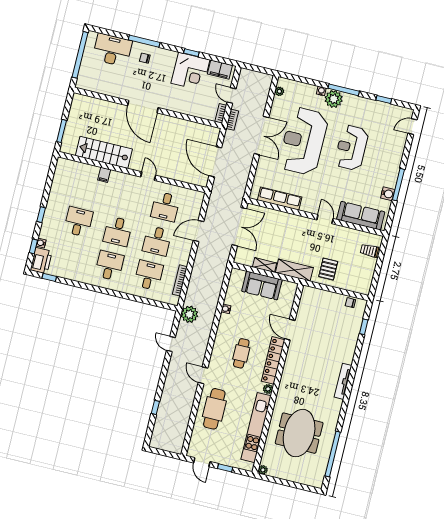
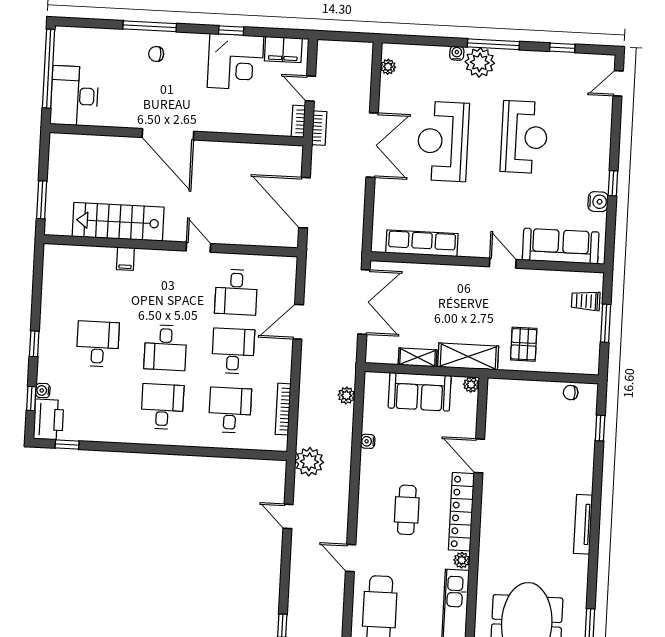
desk: (112, 50) -> (74, 96), moved, turned -90
reception desk: (303, 141) -> (443, 141), width x0.74, depth x0.77
reception desk: (351, 148) -> (524, 137), turned 180
window: (398, 185) -> (613, 183), width x0.46
desk: (157, 241) -> (233, 351), turned 180
window: (379, 266) -> (606, 323), added
plant: (219, 279) -> (346, 395), added
plant: (293, 287) -> (471, 385), added

